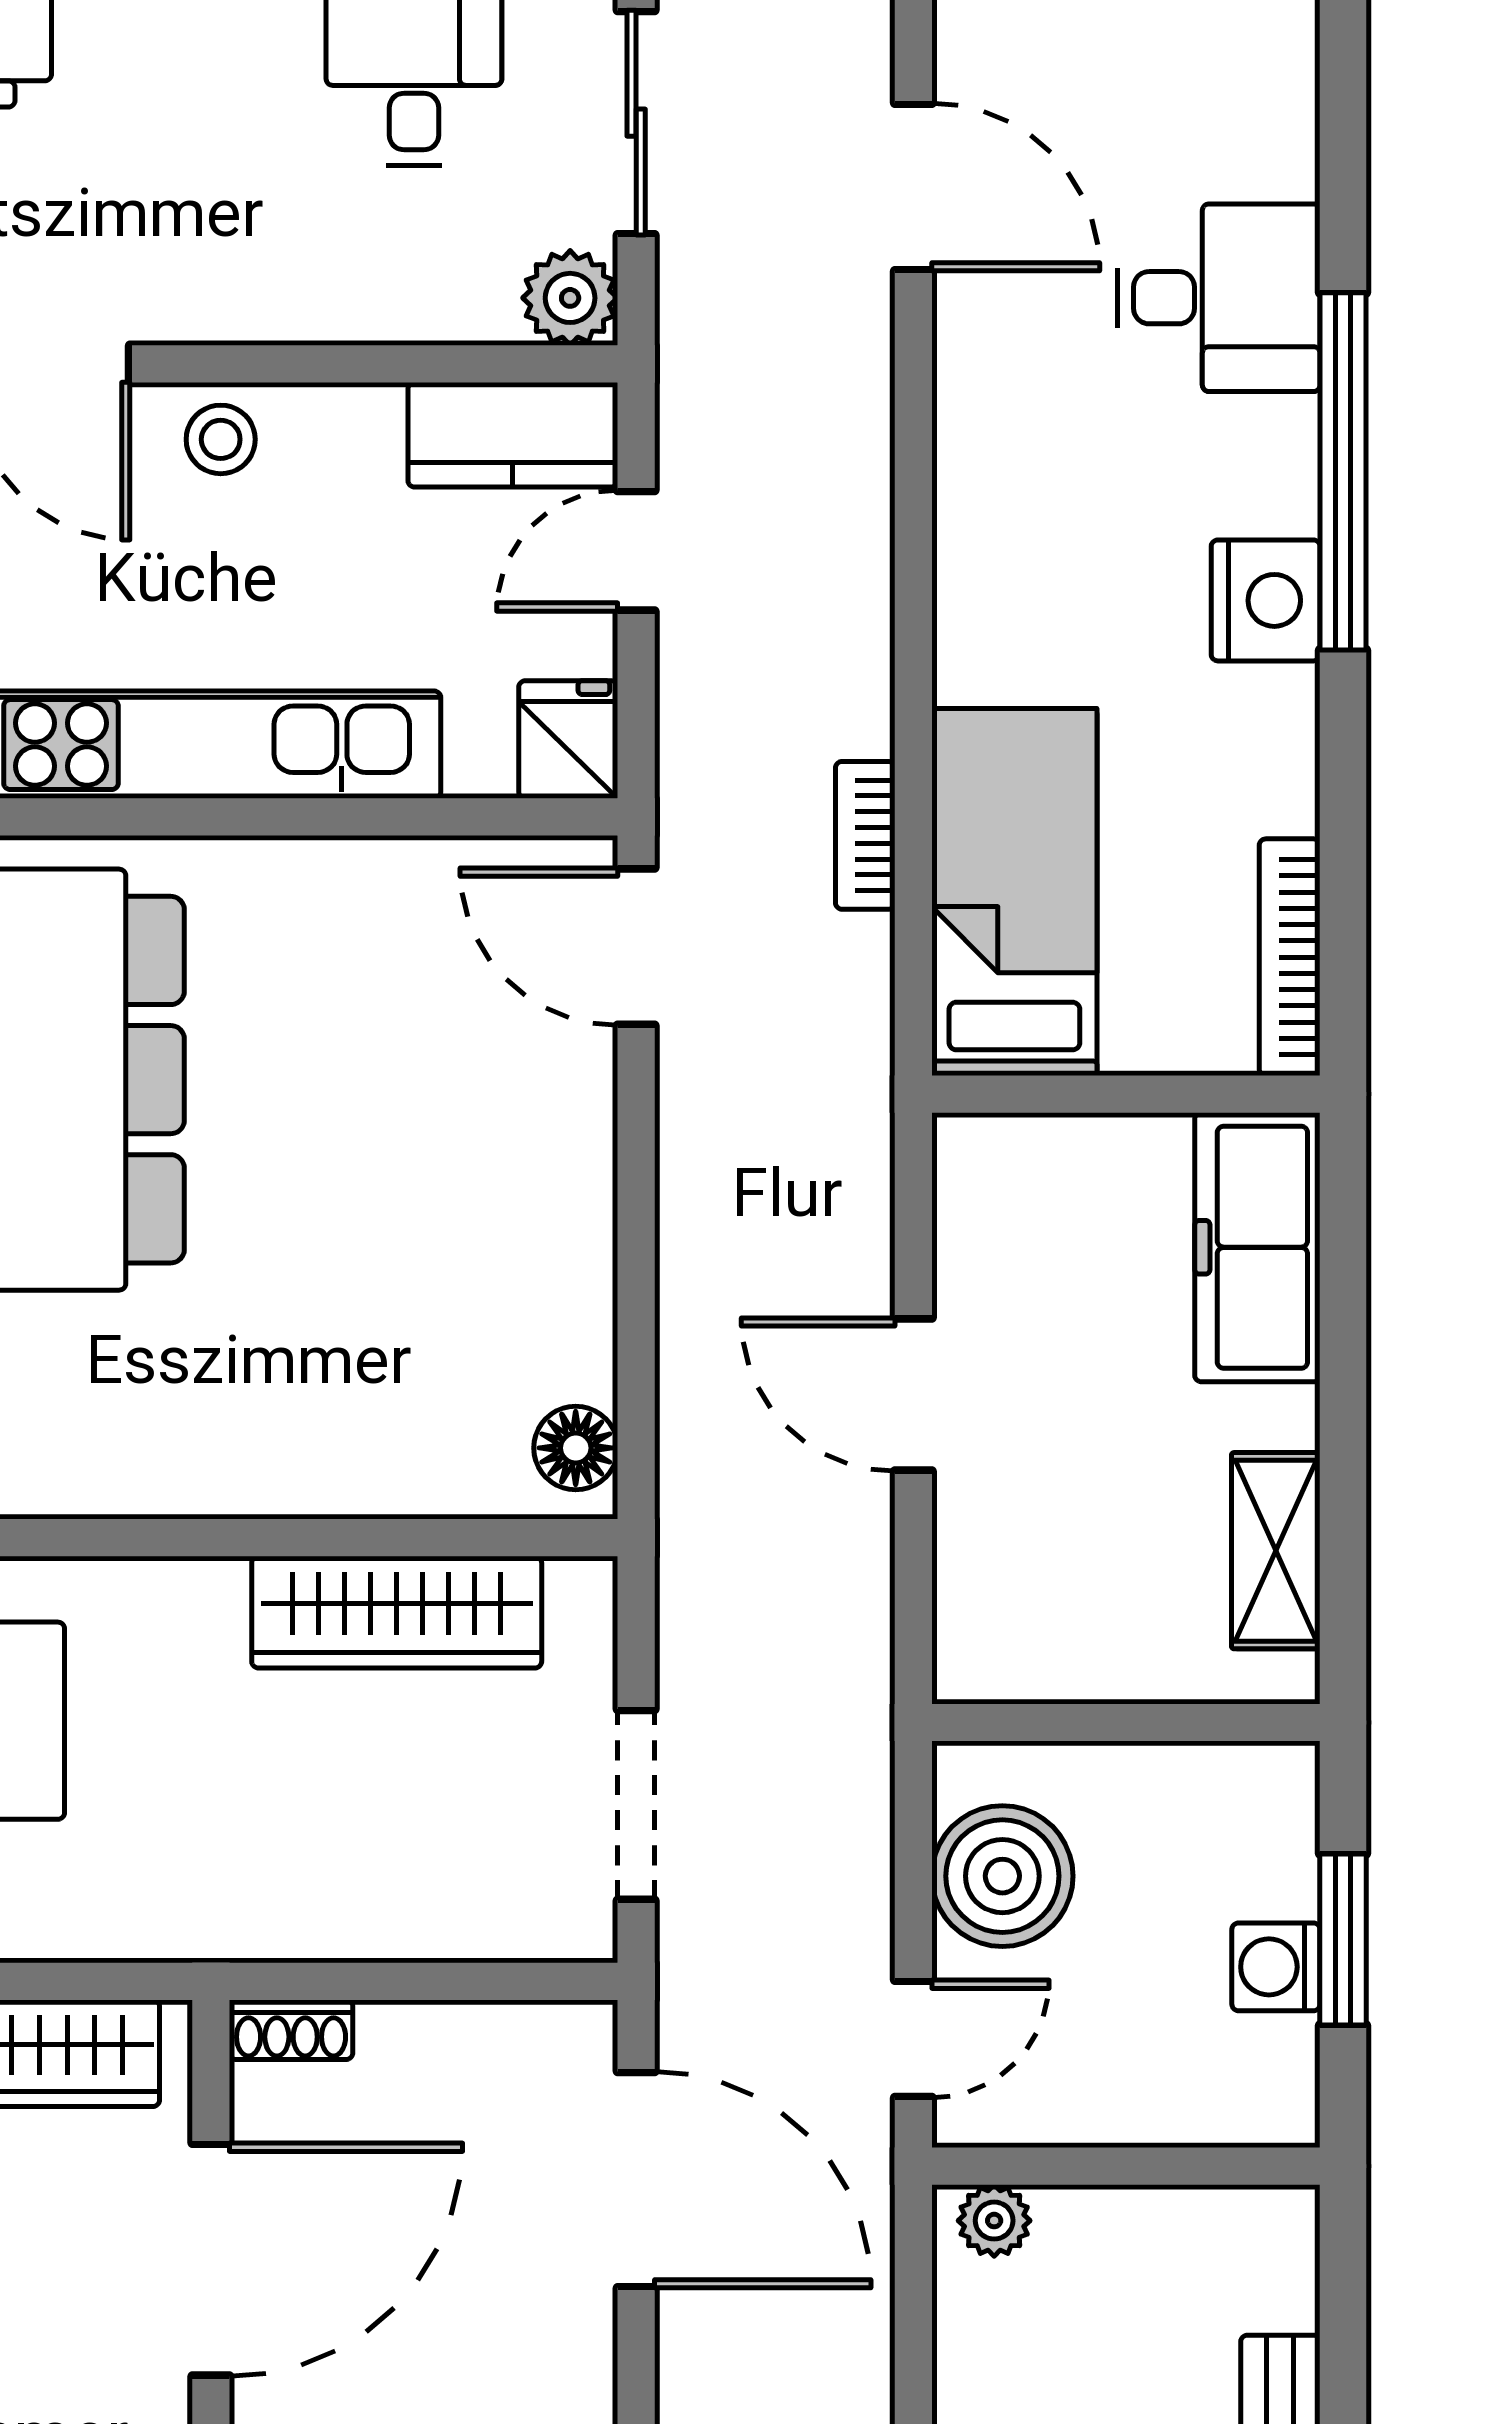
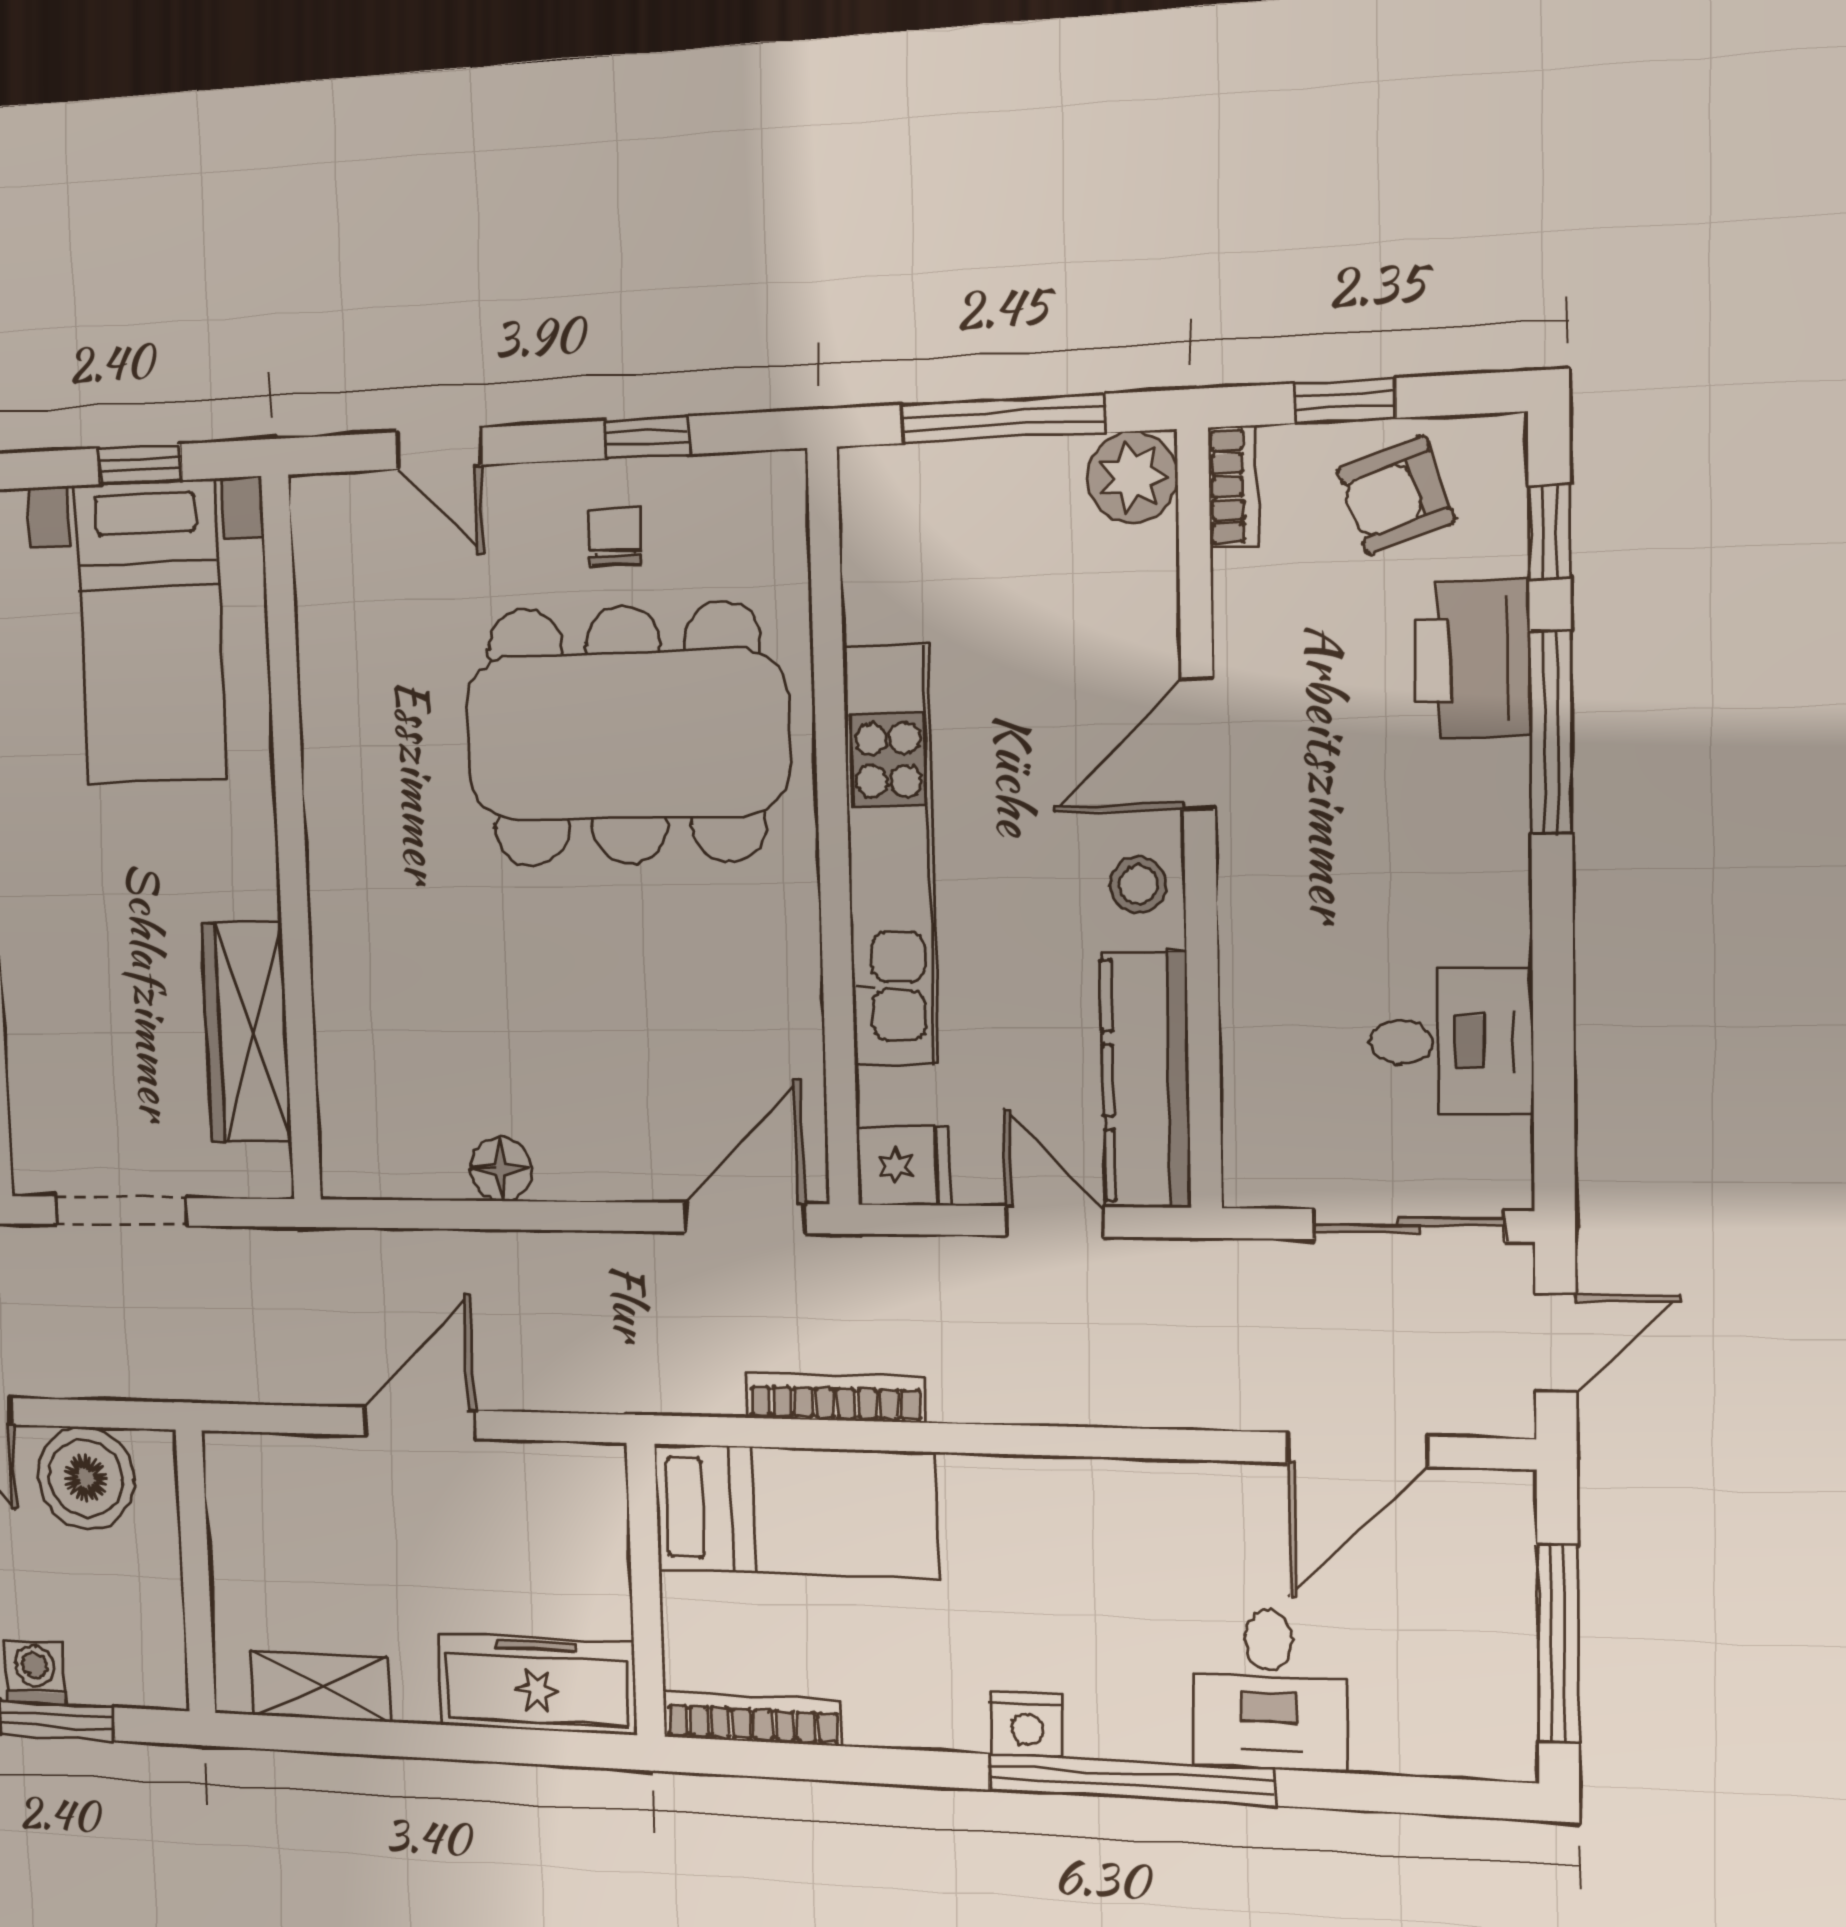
plant: (570, 298) -> (1261, 1170), removed
kitchen counter: (513, 435) -> (1146, 1081), width x1.50
nightstand: (1266, 600) -> (1027, 1725), width x0.74, depth x0.75
bookcase: (865, 835) -> (835, 1397), width x1.56
floor lamp: (576, 1448) -> (501, 1169), moved

